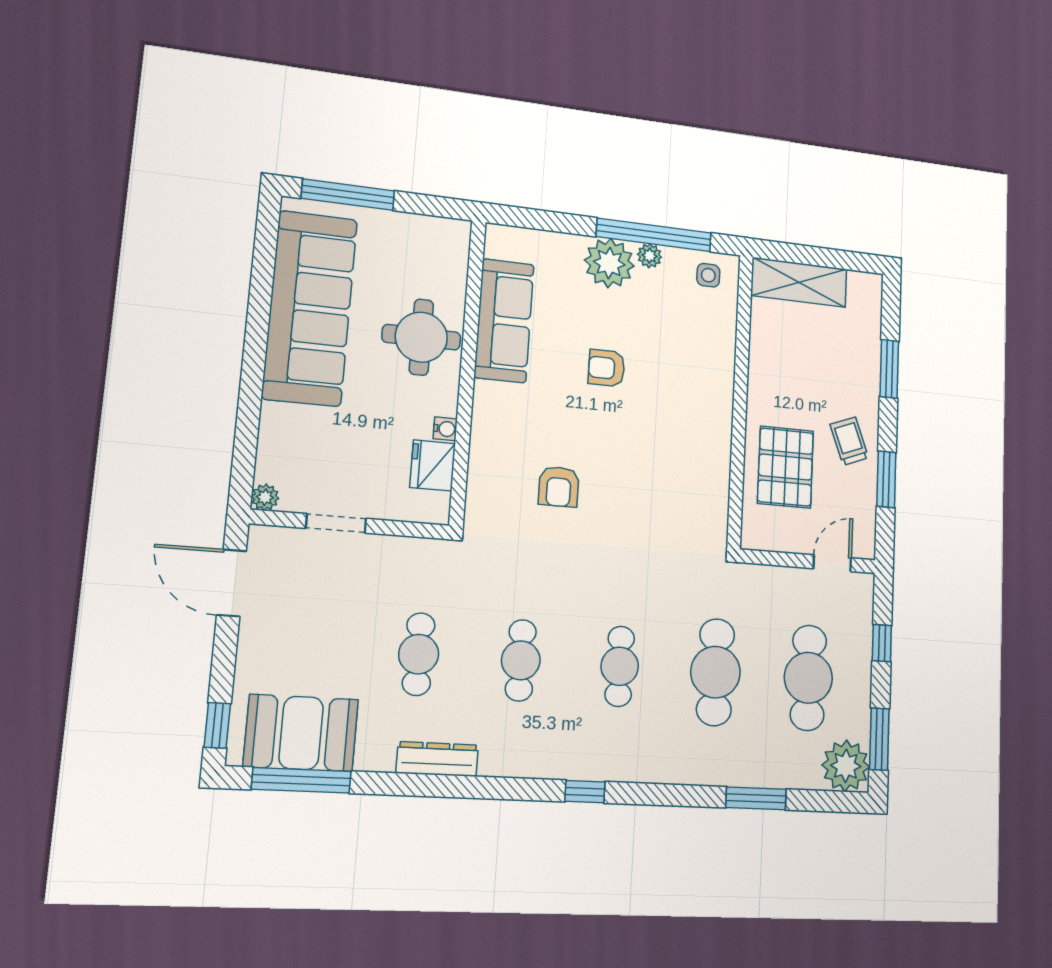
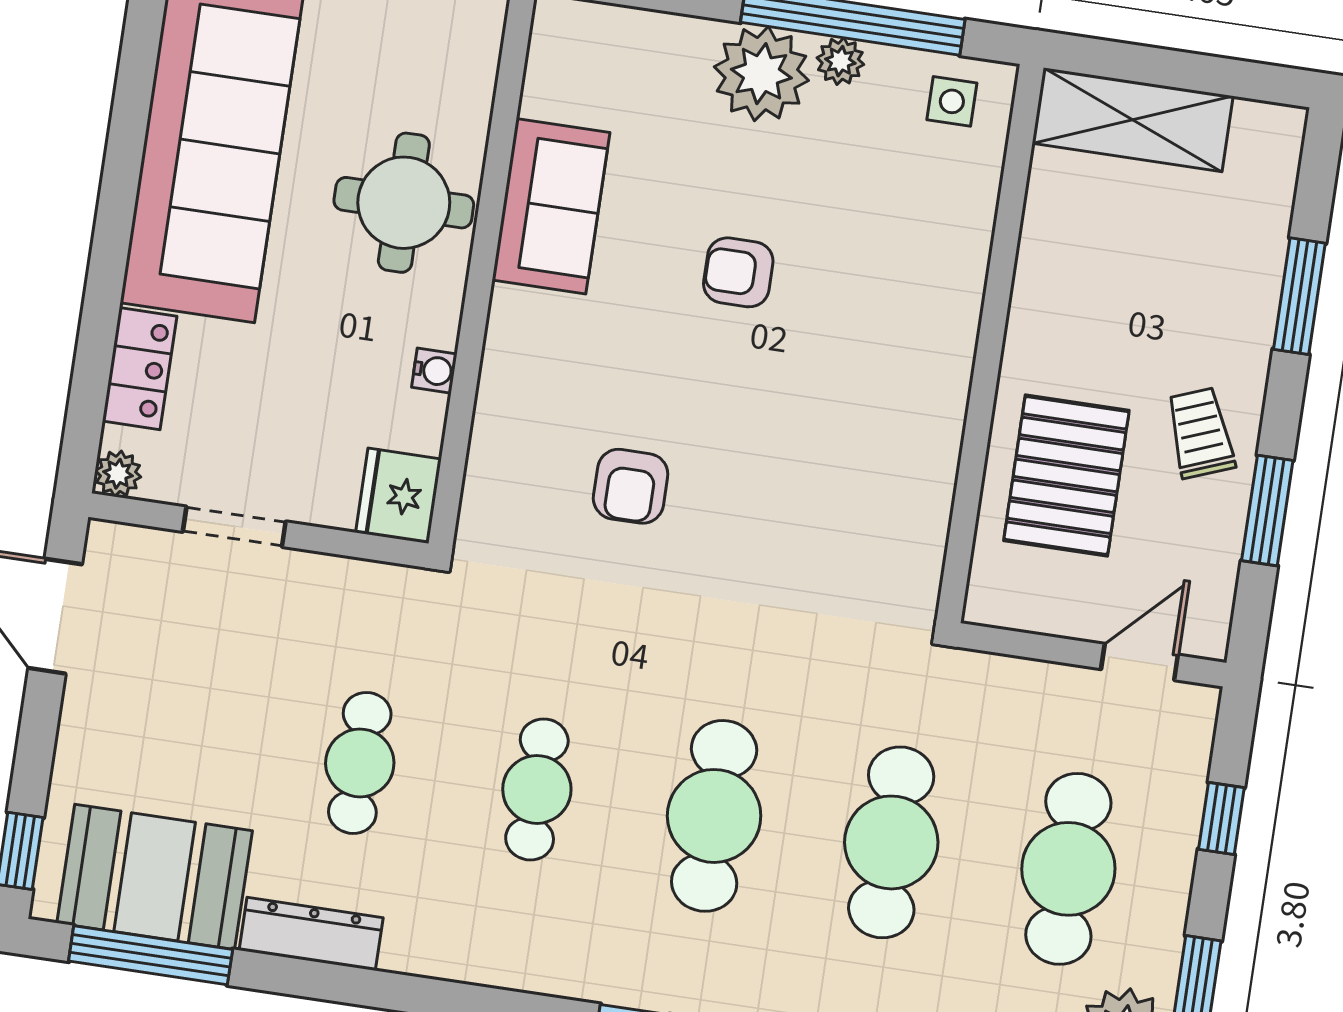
sofa: (504, 321) -> (551, 206), width x0.73
locker: (275, 436) -> (140, 369), added
fridge: (433, 465) -> (398, 496), moved
cafe table: (620, 666) -> (714, 816), width x1.37, depth x1.35
dresser: (437, 759) -> (311, 934), moved

